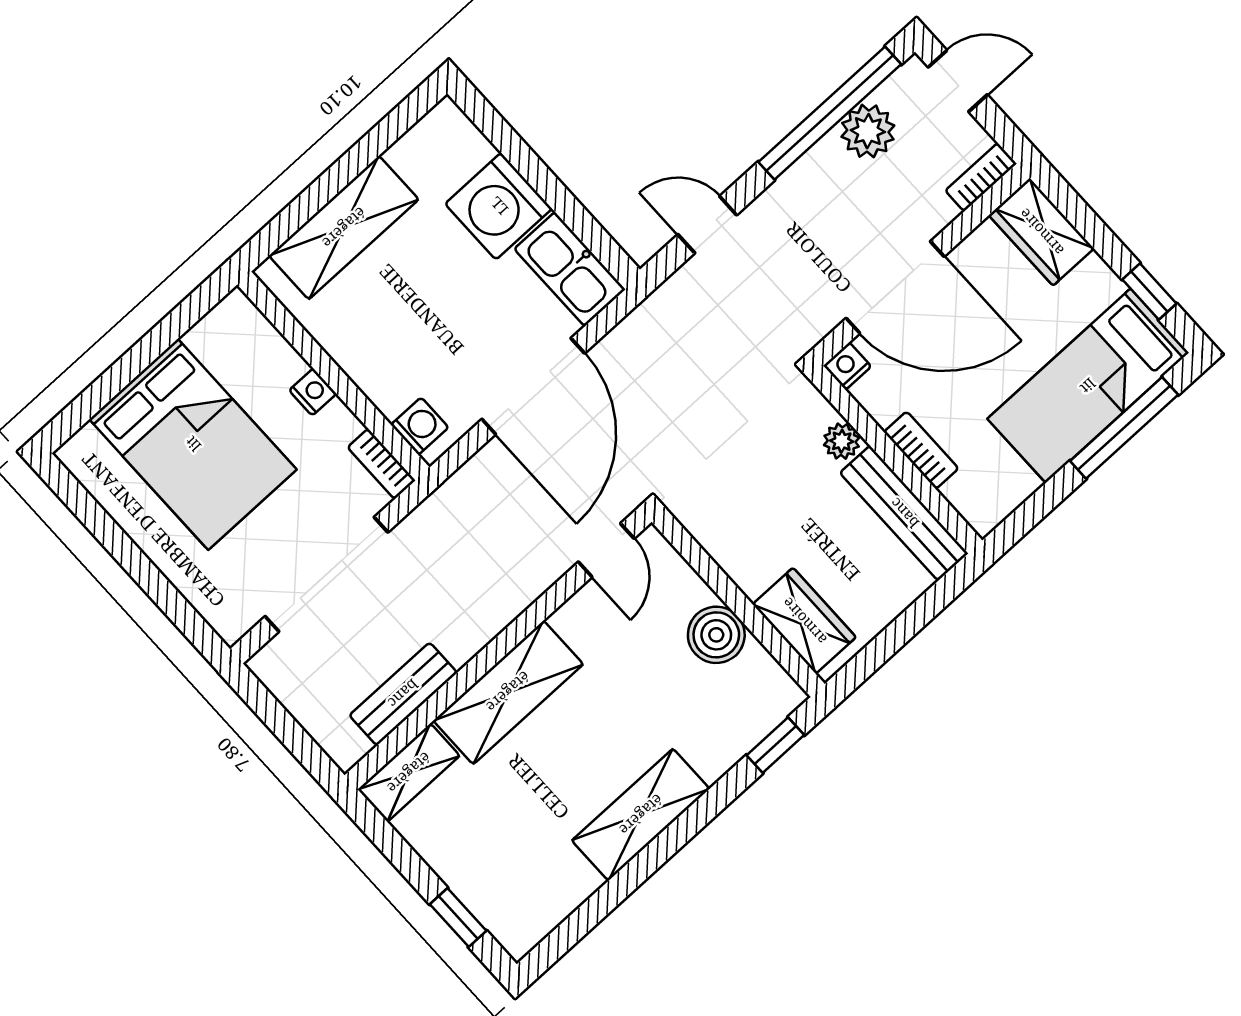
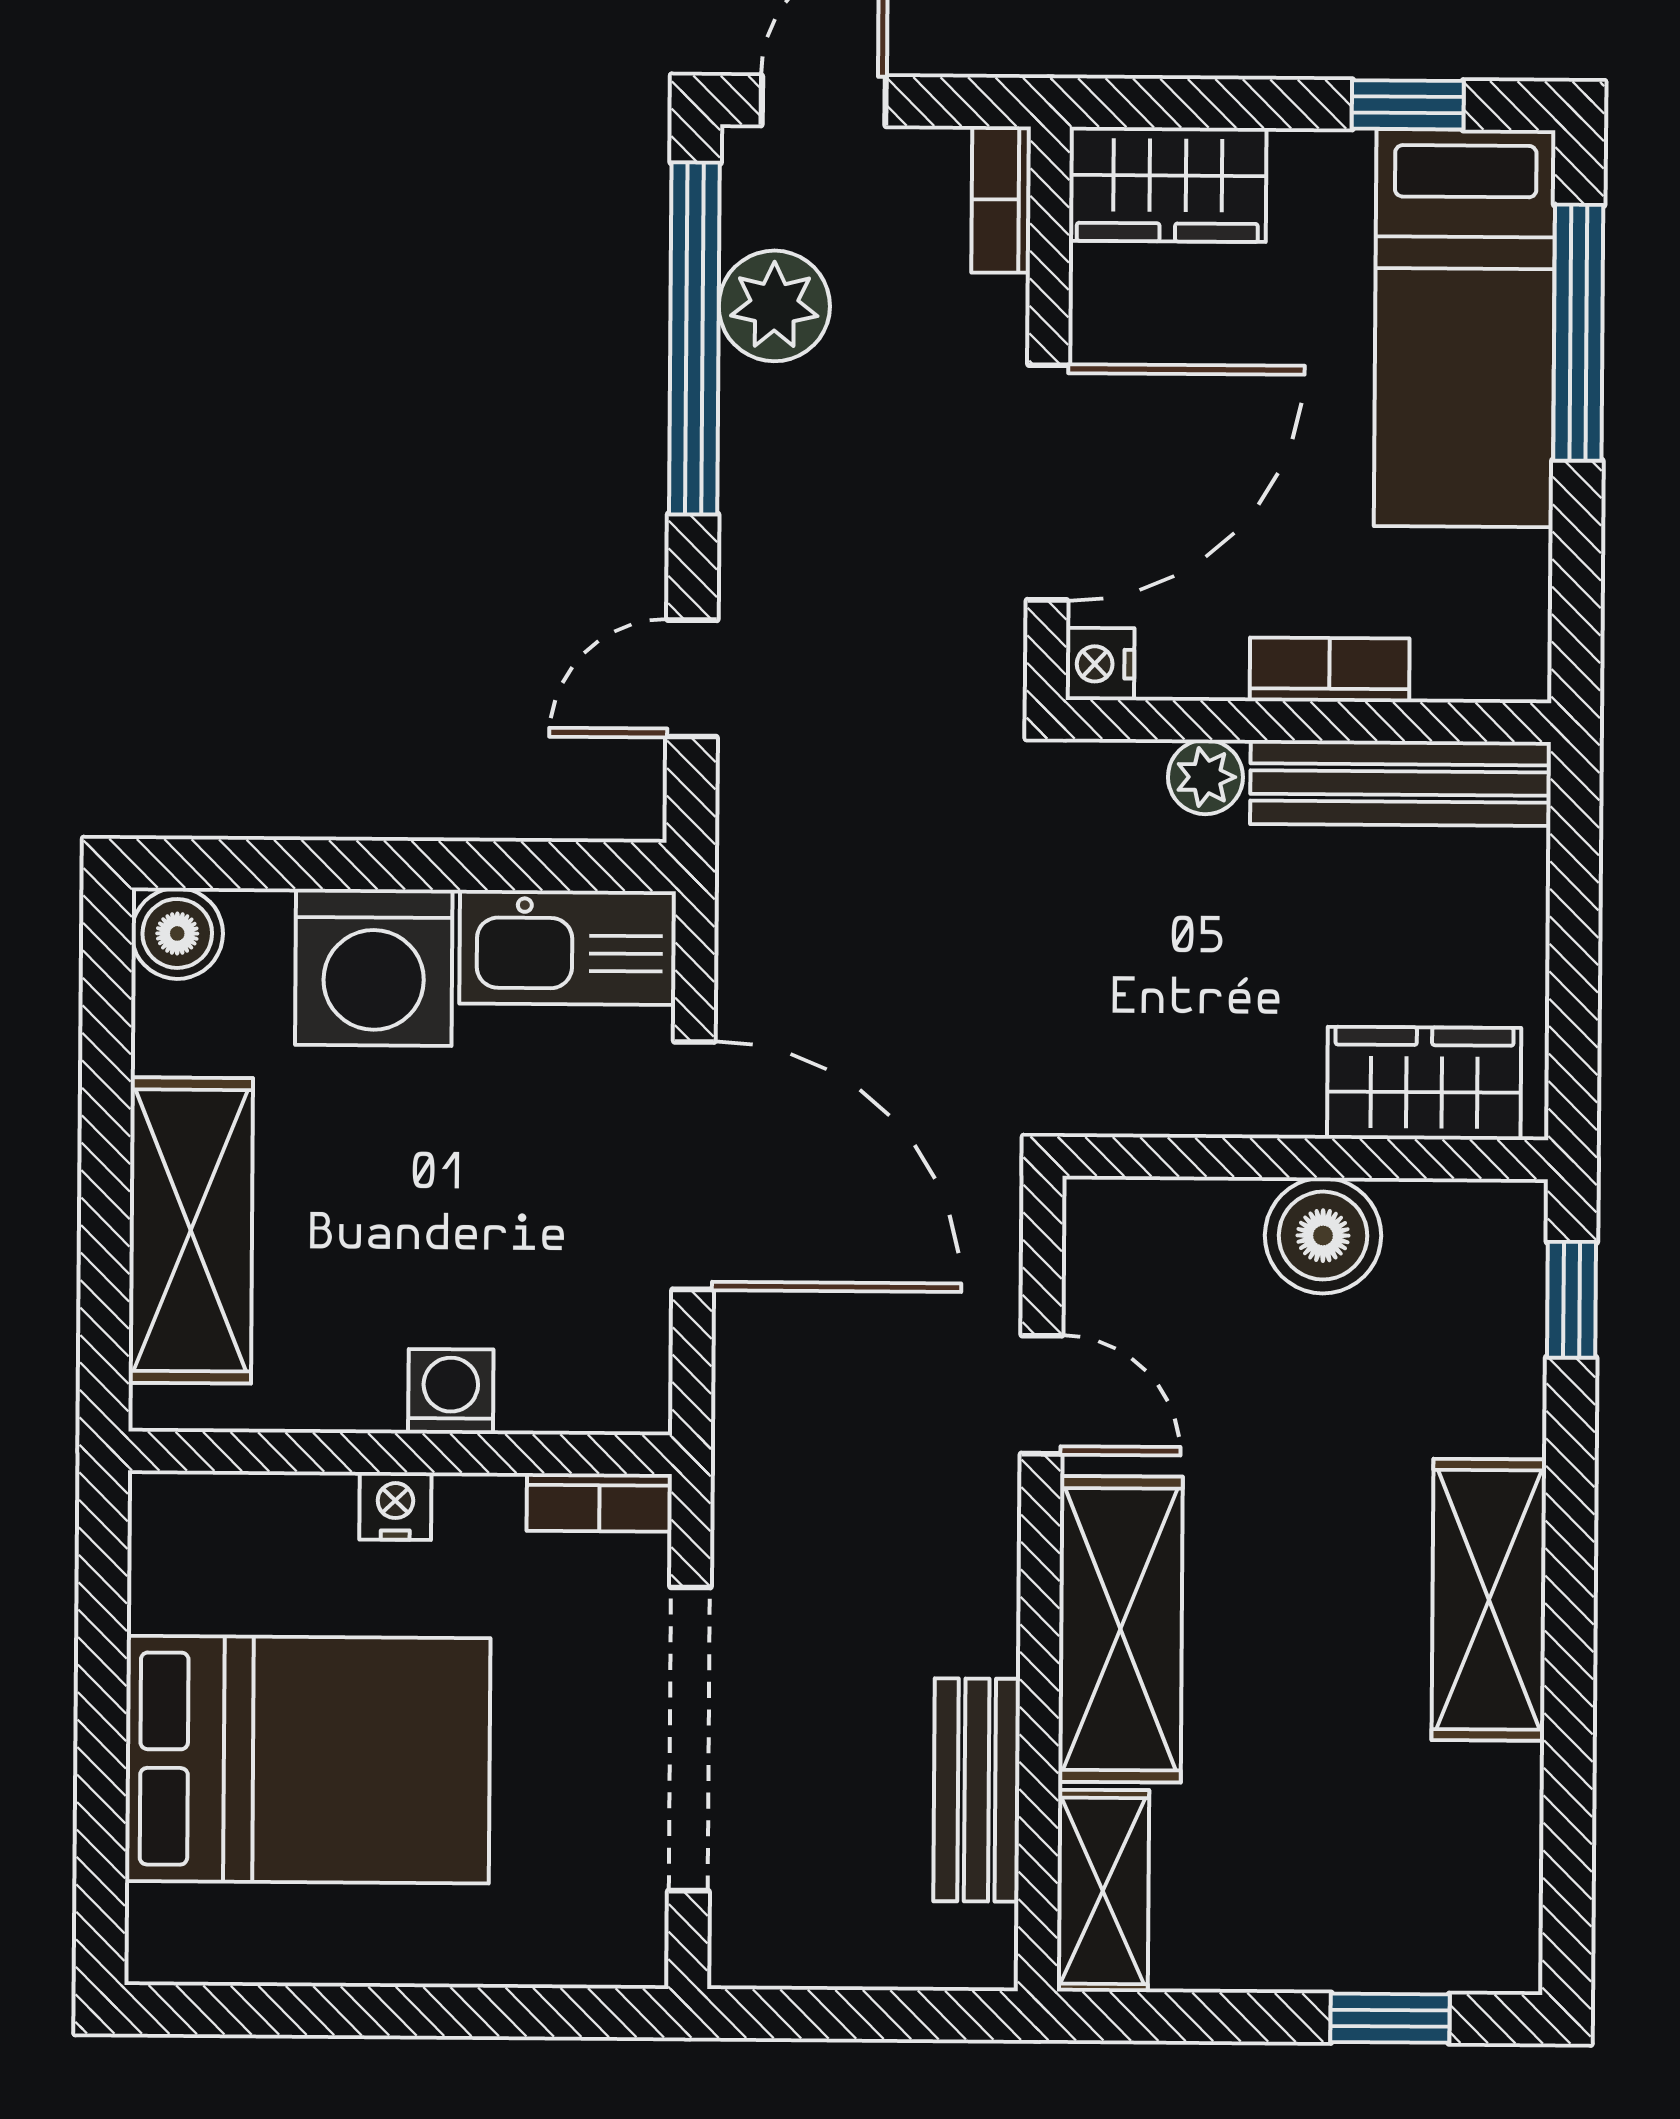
boiler: (446, 125) -> (177, 933), added
washing machine: (420, 426) -> (451, 1391), moved
door: (606, 550) -> (1041, 1395), moved

